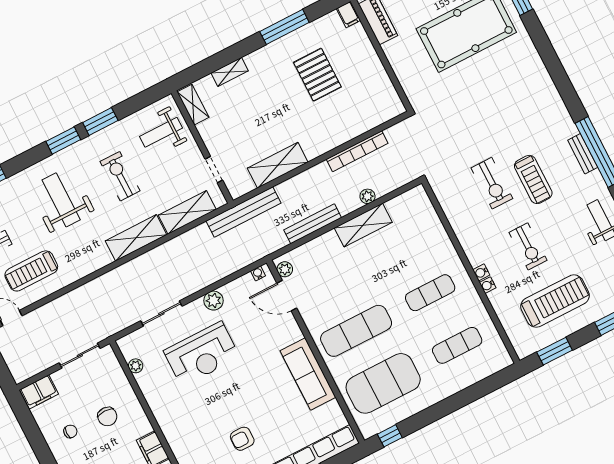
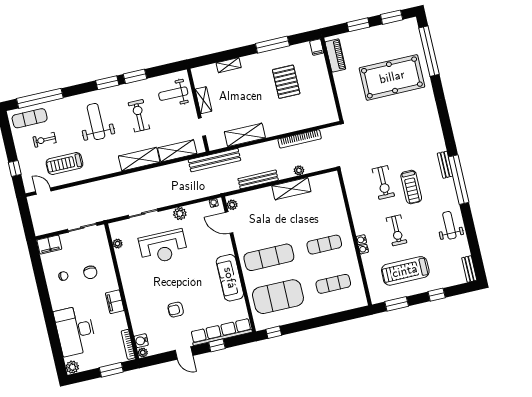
shelving: (193, 105) -> (204, 100), moved
bench: (583, 154) -> (445, 165), moved
treadmill: (555, 301) -> (405, 271), turned 180

